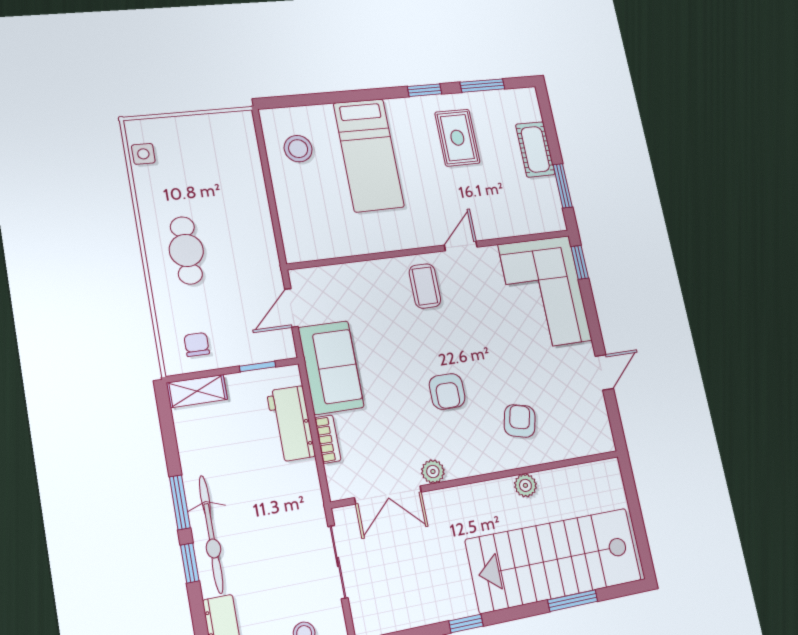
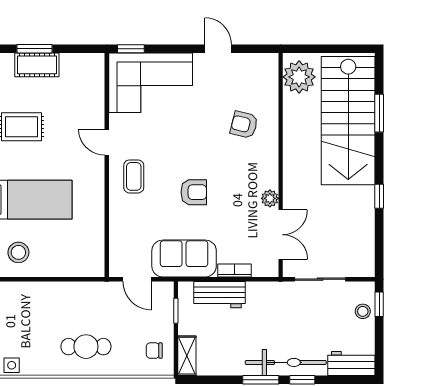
window: (563, 186) -> (34, 49), moved
coffee table: (425, 286) -> (134, 176), turned 90
armchair: (447, 391) -> (194, 192), moved
plant: (525, 485) -> (299, 77), moved, width x1.87, depth x1.87

